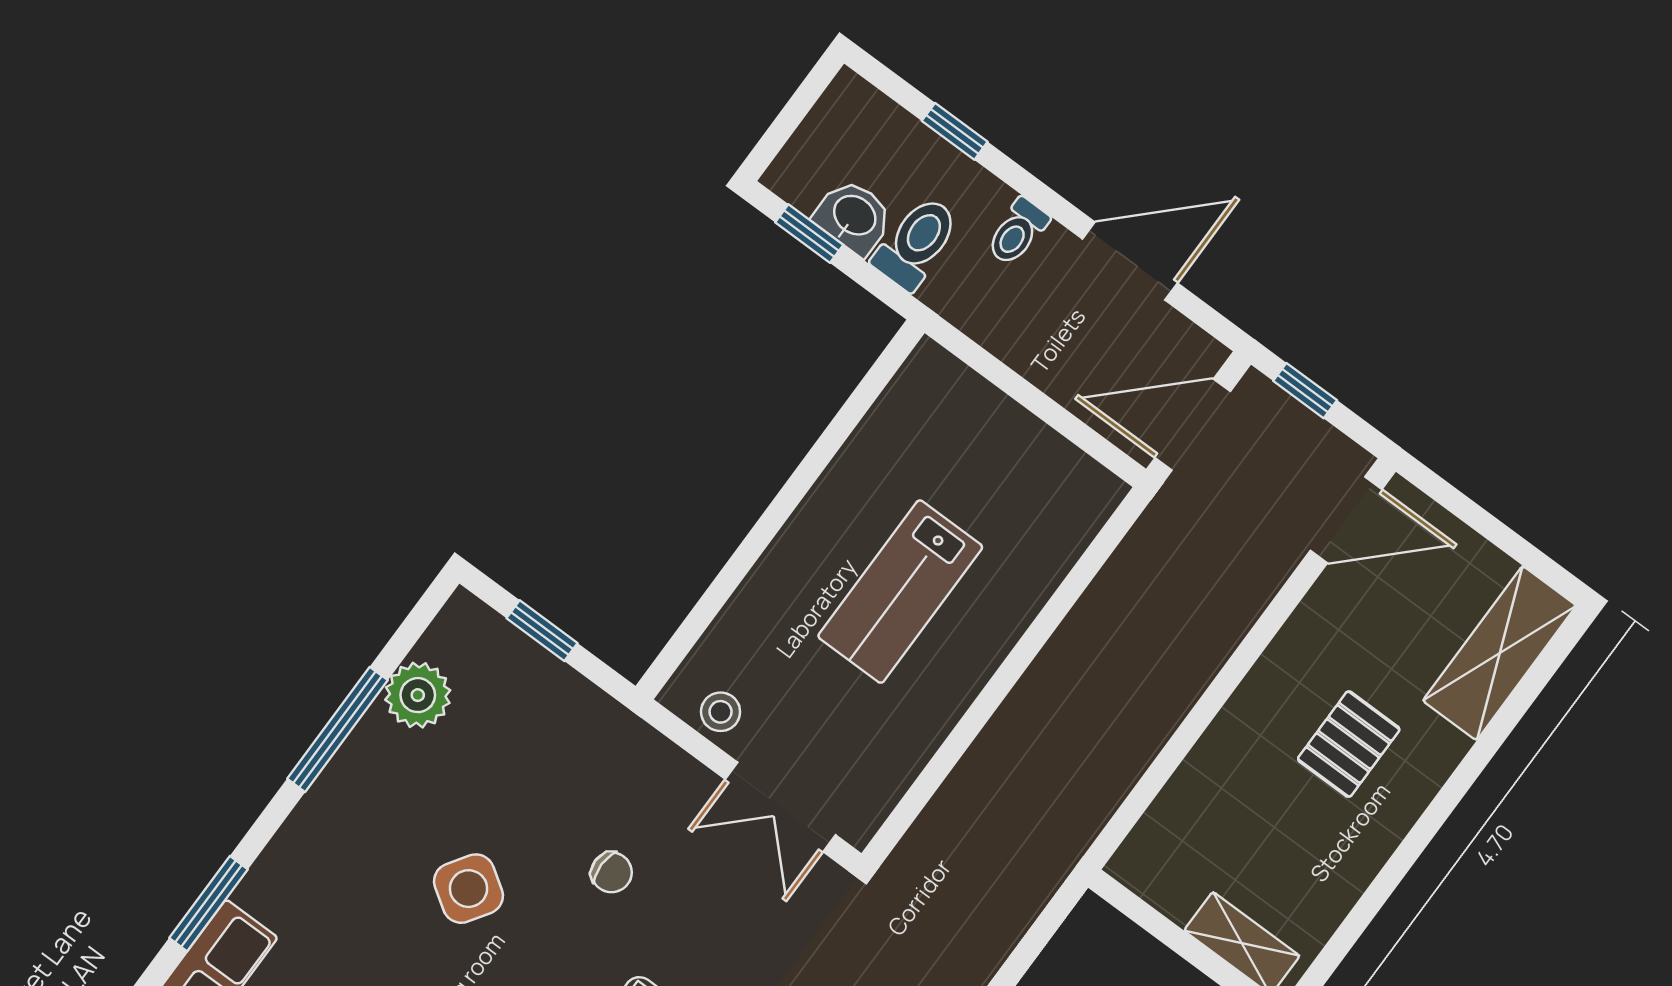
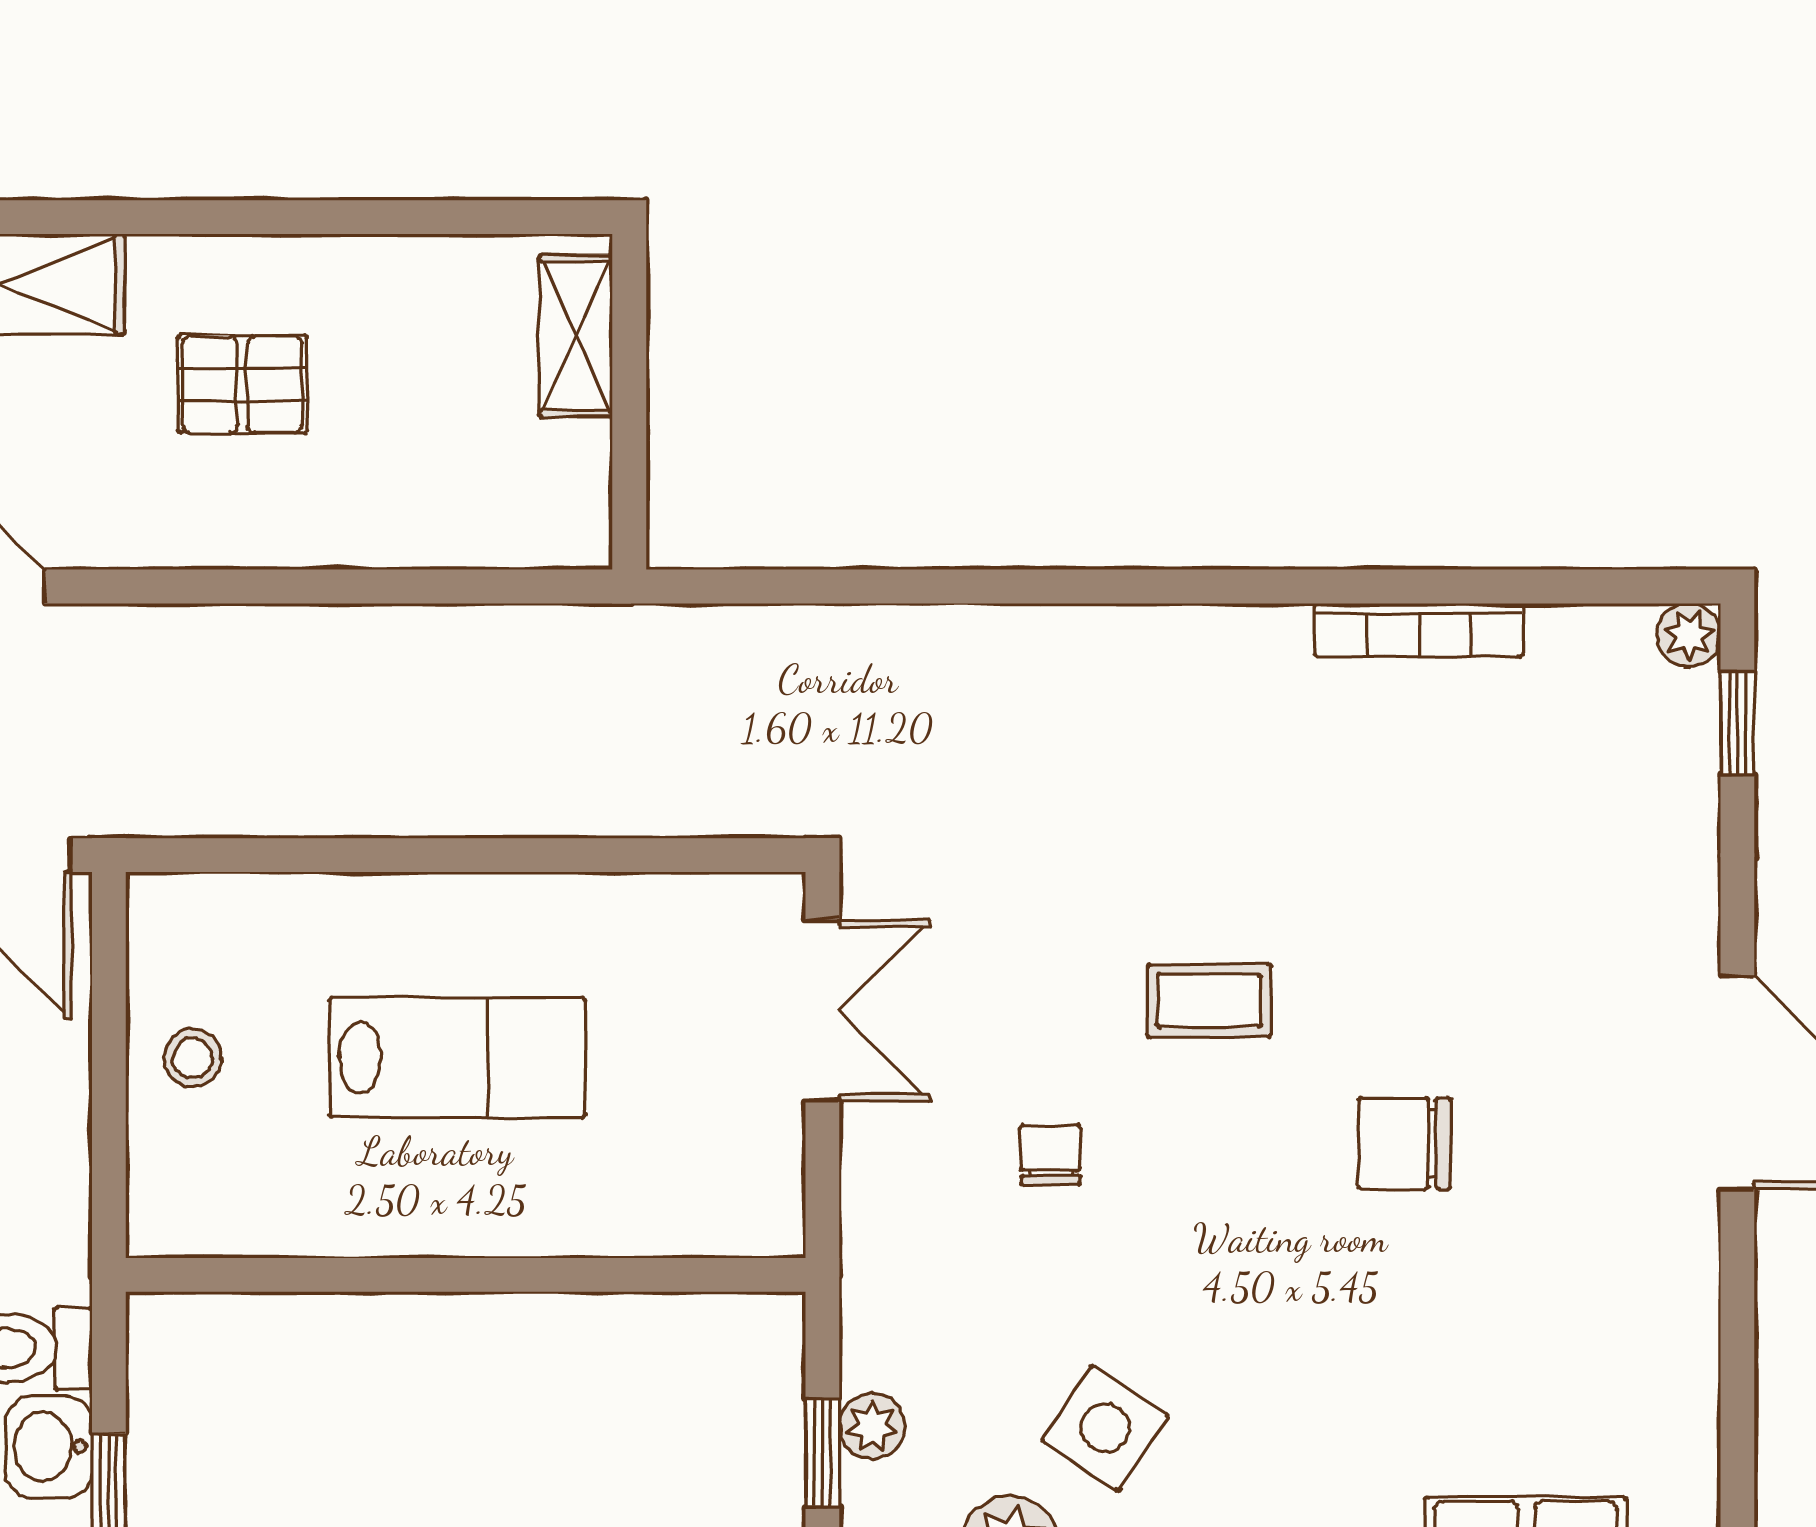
plant: (537, 668) -> (872, 1426), added
stool: (721, 712) -> (193, 1058), moved
side table: (468, 889) -> (1105, 1428), moved

